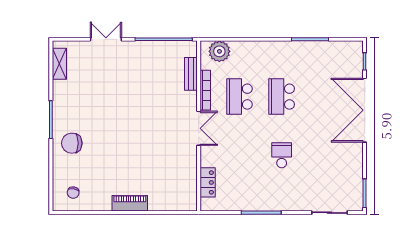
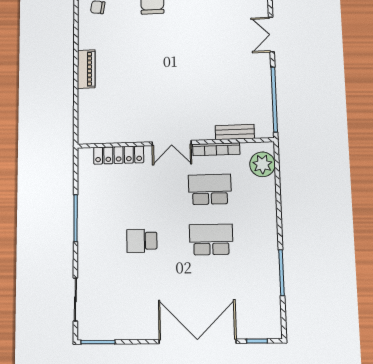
double door: (106, 39) -> (271, 34), swing flipped
school desk: (282, 155) -> (142, 241), turned 180
locker: (208, 182) -> (119, 155), width x1.53

